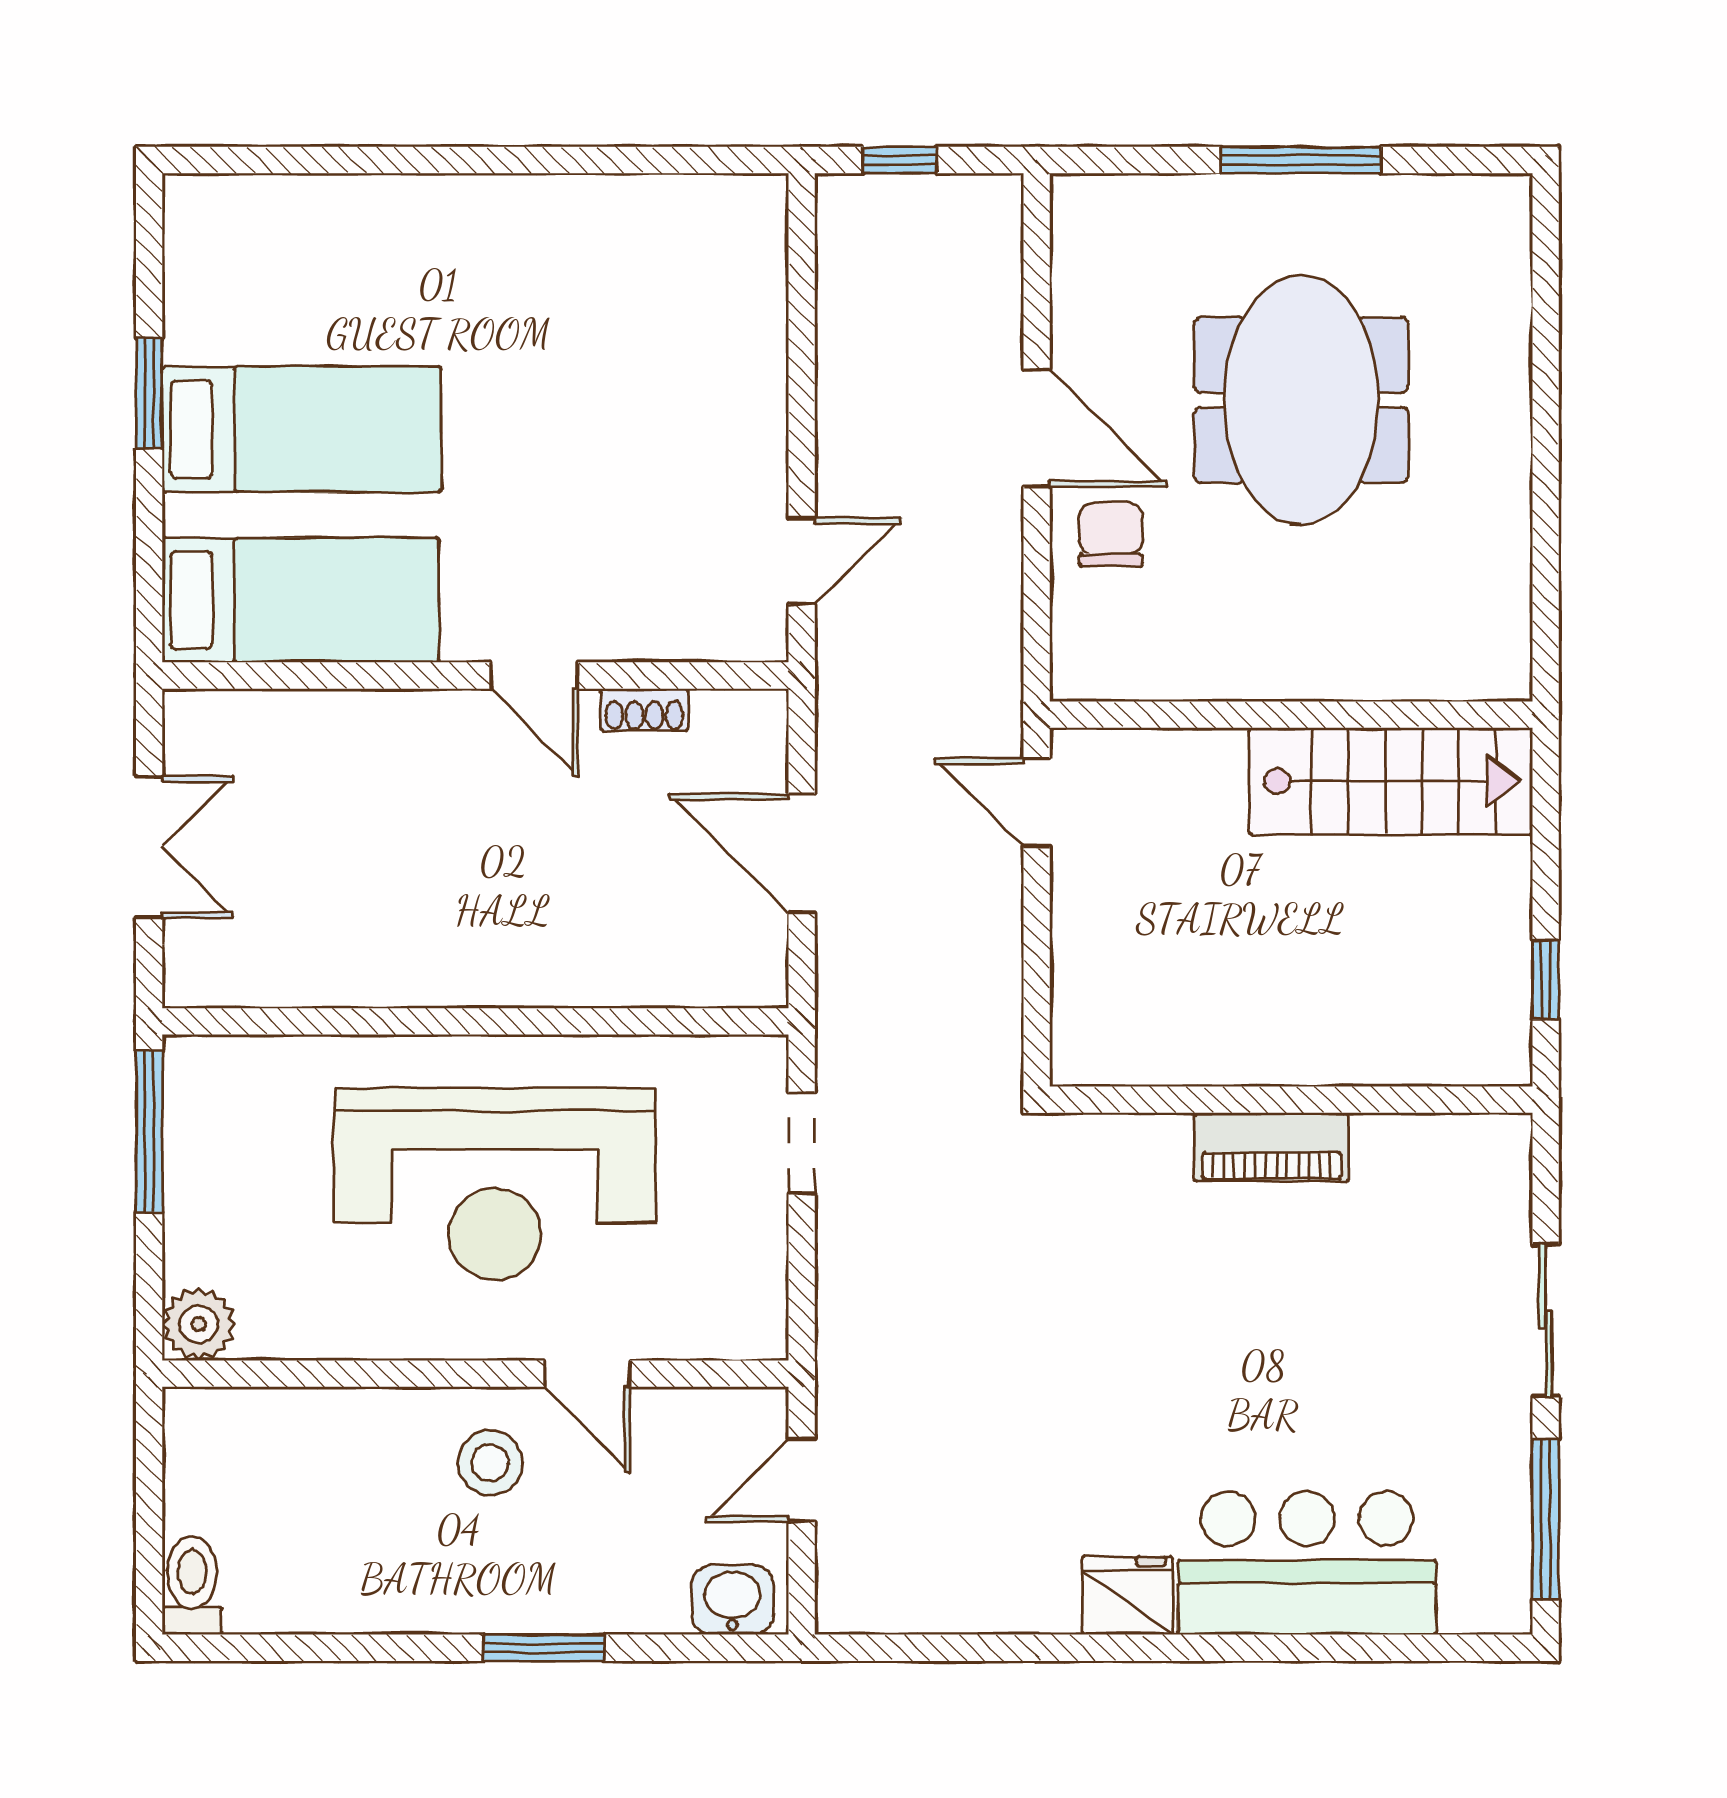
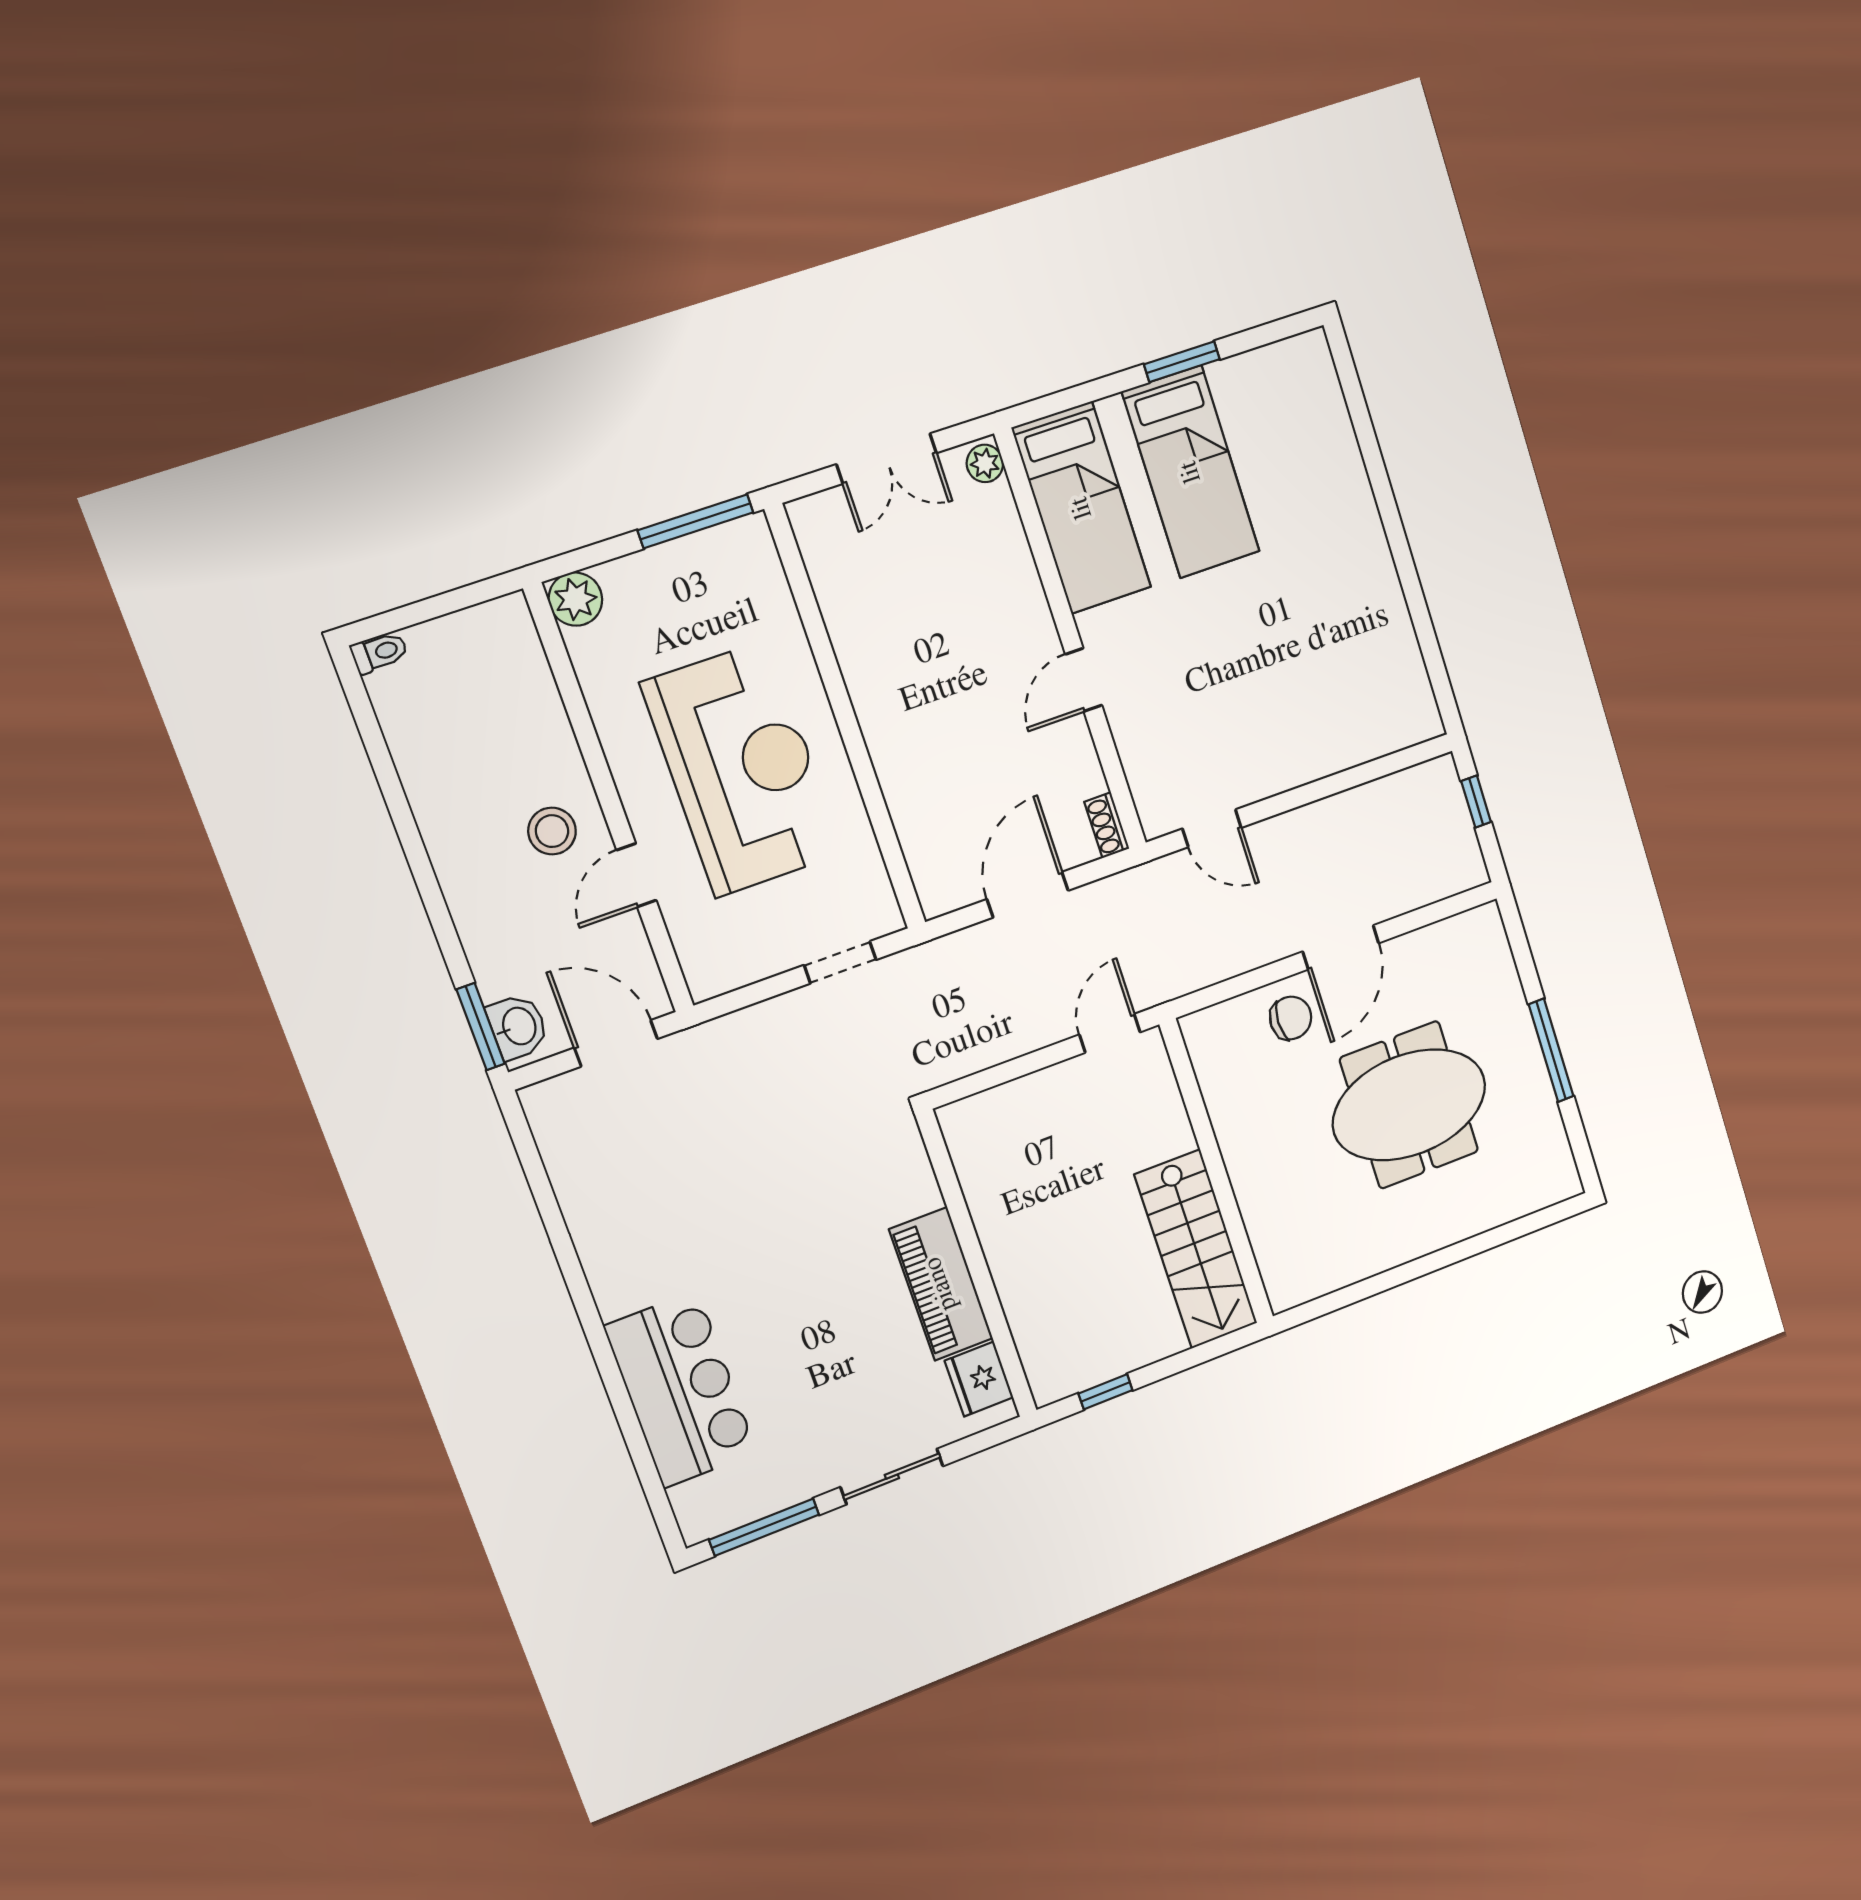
shoe rack: (644, 710) -> (1107, 825), moved
plant: (198, 715) -> (985, 463), added
piano: (1271, 1147) -> (941, 1284), width x1.37, depth x1.33
reception desk: (495, 1184) -> (742, 769), turned 180
door: (802, 1480) -> (616, 1043), width x1.38
toilet: (192, 1586) -> (379, 652), width x0.73, depth x0.72
fridge: (1127, 1596) -> (979, 1379), moved, turned 180
window: (544, 1648) -> (481, 1027), moved

